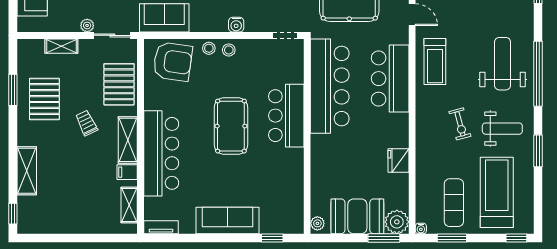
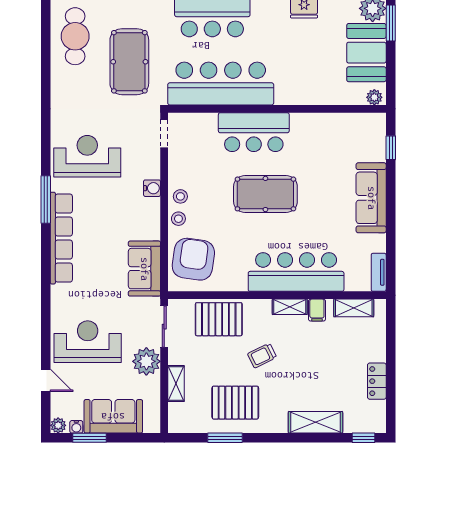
plant: (87, 25) -> (146, 361), width x1.88, depth x1.88
shelving: (128, 140) -> (290, 307), width x0.67, depth x0.75
locker: (64, 226) -> (377, 381), added

